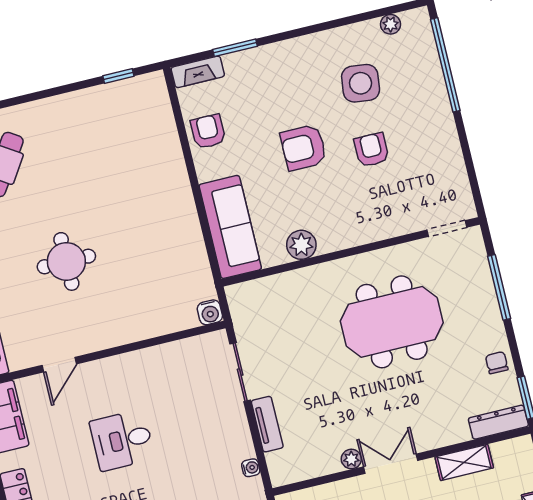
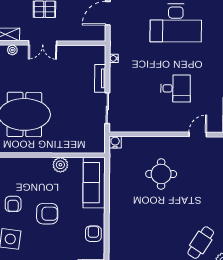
armchair: (208, 131) -> (93, 234), turned 180
round table: (66, 261) -> (161, 174), moved
plant: (351, 459) -> (12, 50), moved

